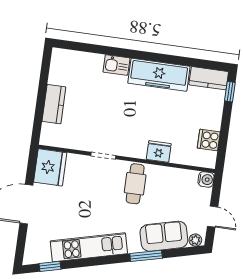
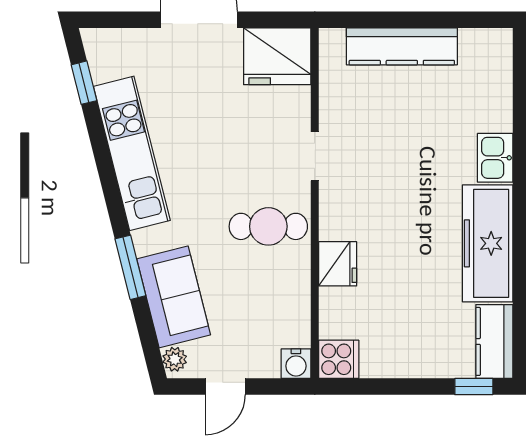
kitchen counter: (54, 104) -> (402, 46), width x1.50
cooker: (209, 140) -> (339, 359), moved, turned 90

